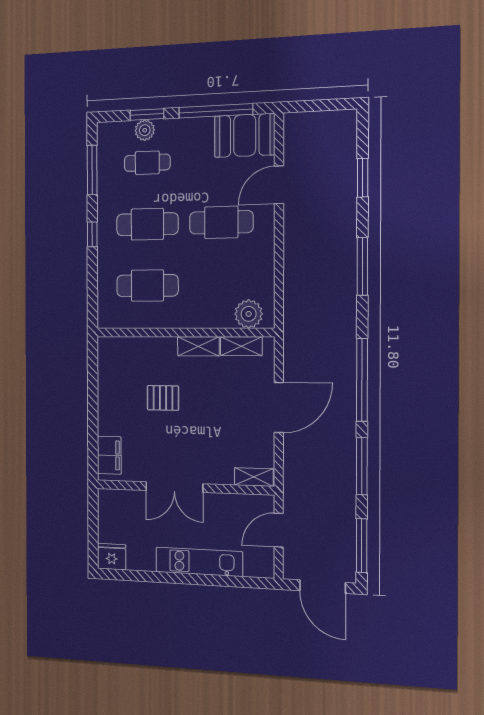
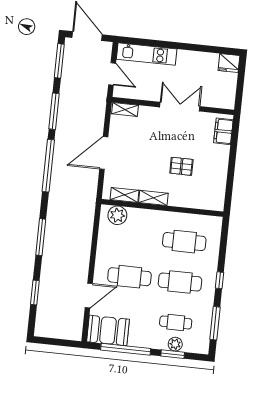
door: (279, 530) -> (112, 74), hinge flipped
kitchen unit: (199, 562) -> (147, 54), moved

